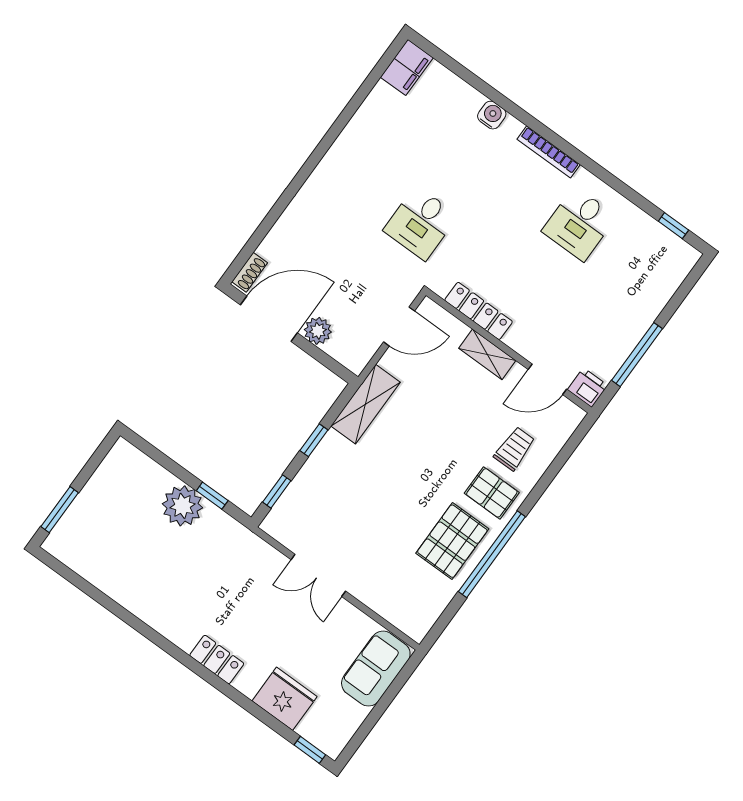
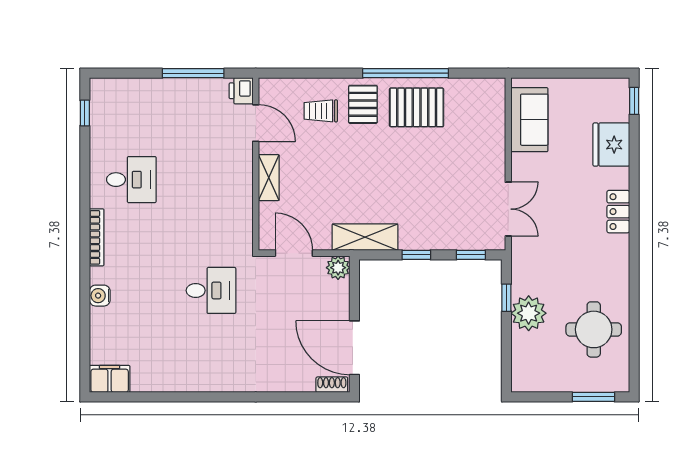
locker: (479, 311) -> (243, 206), removed
plant: (318, 331) -> (338, 268), moved
round table: (123, 556) -> (594, 329), added
double door: (318, 575) -> (508, 209), moved
sofa: (376, 669) -> (529, 120), moved, turned -90

